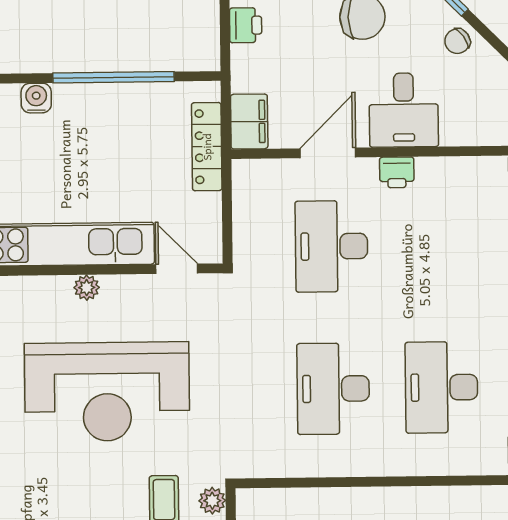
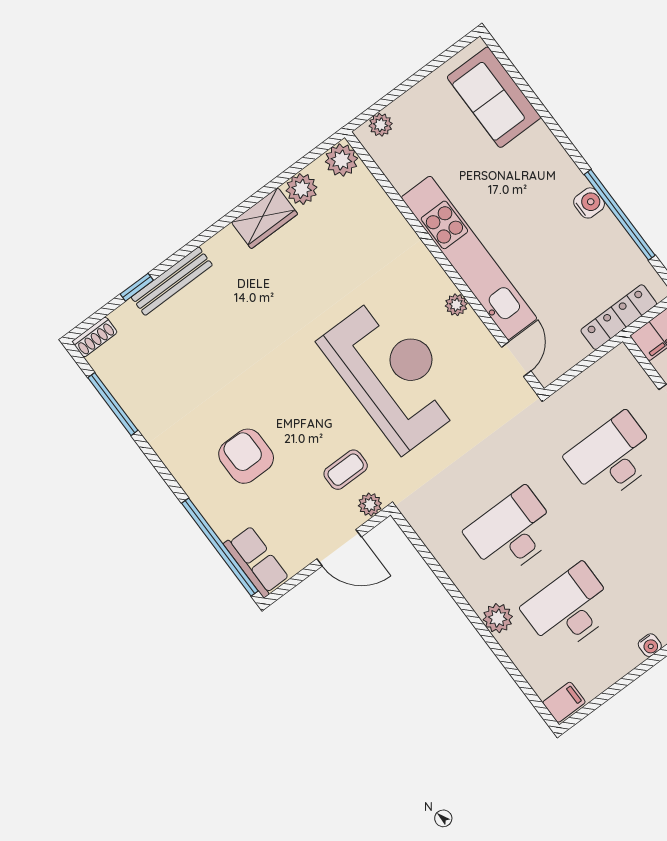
water cooler: (36, 98) -> (589, 203), moved
reception desk: (107, 392) -> (393, 373), turned 180
plant: (402, 459) -> (498, 618), added

